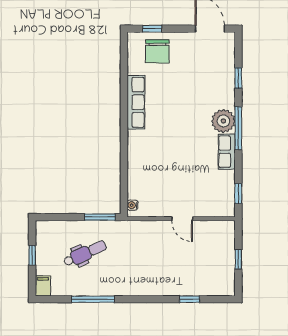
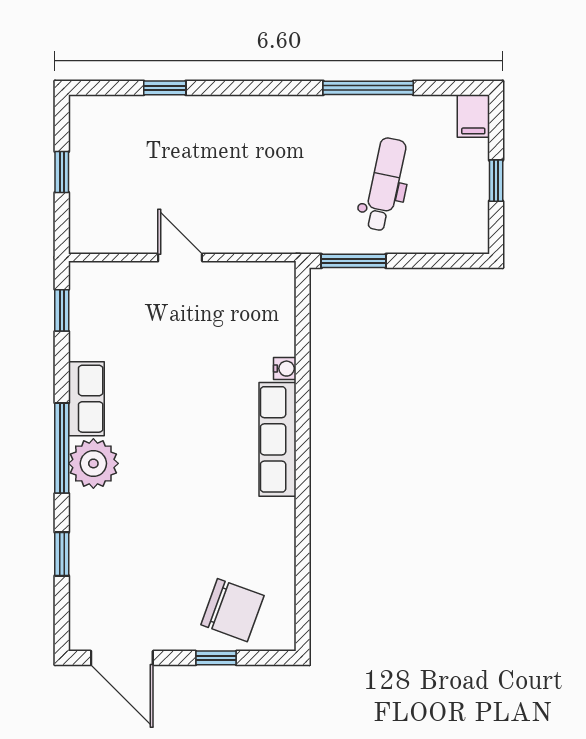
window: (152, 29) -> (216, 658), moved
chair: (157, 51) -> (232, 610), turned 110
row of seats: (136, 102) -> (277, 439), moved
water cooler: (133, 205) -> (285, 369), moved
dental chair: (85, 253) -> (385, 184), turned 126

